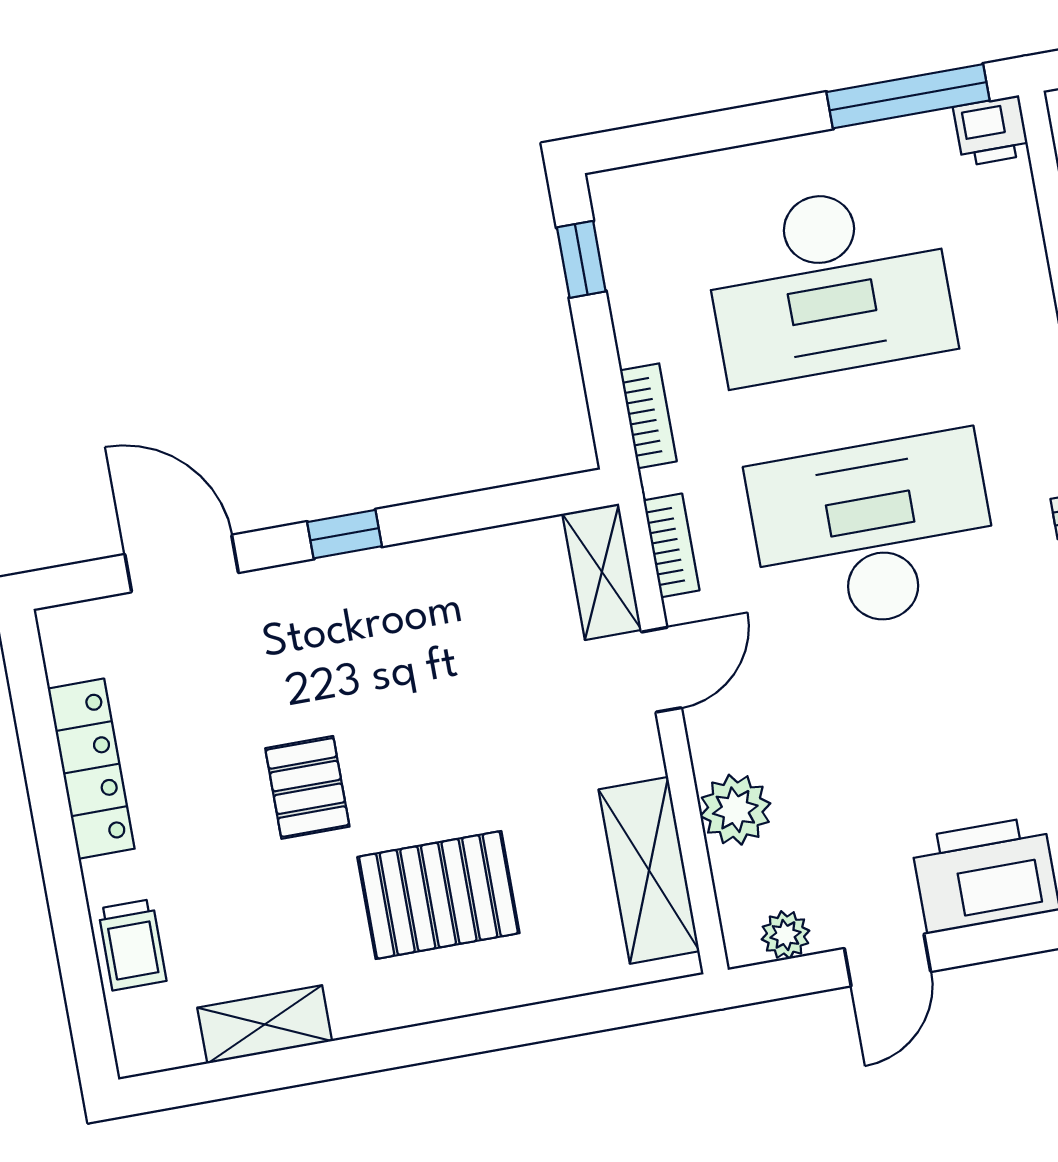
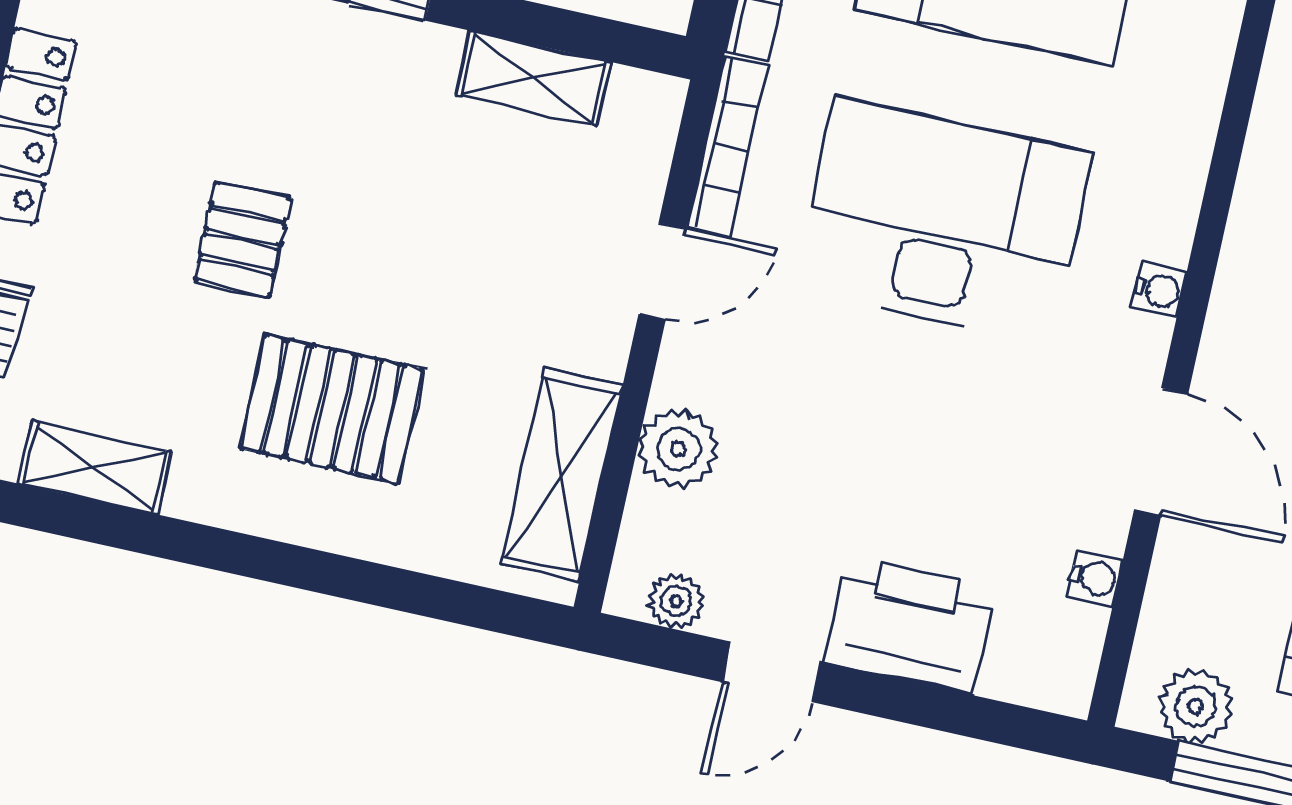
bookcase: (671, 545) -> (727, 146), width x1.56
shelving: (602, 572) -> (533, 78), moved, turned 90

